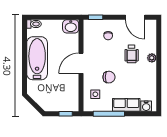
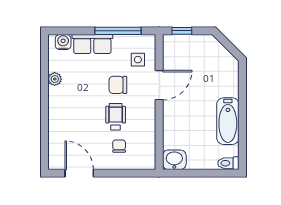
window: (96, 17) -> (138, 173), removed
wheelchair: (132, 54) -> (116, 117), moved
bathtub: (37, 58) -> (228, 121), width x0.73, depth x0.73
plant: (152, 58) -> (55, 79), moved
door: (81, 63) -> (159, 85), moved

